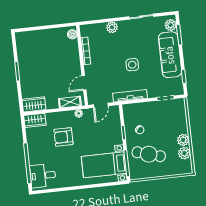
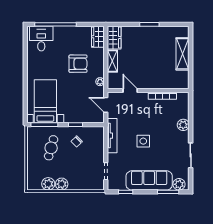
boiler: (72, 34) -> (181, 84), removed
shelving: (42, 36) -> (182, 54), added
shelving: (70, 102) -> (112, 61), moved
armchair: (63, 137) -> (78, 64), turned 90
cafe table: (149, 154) -> (51, 148), width x0.73, depth x0.74

